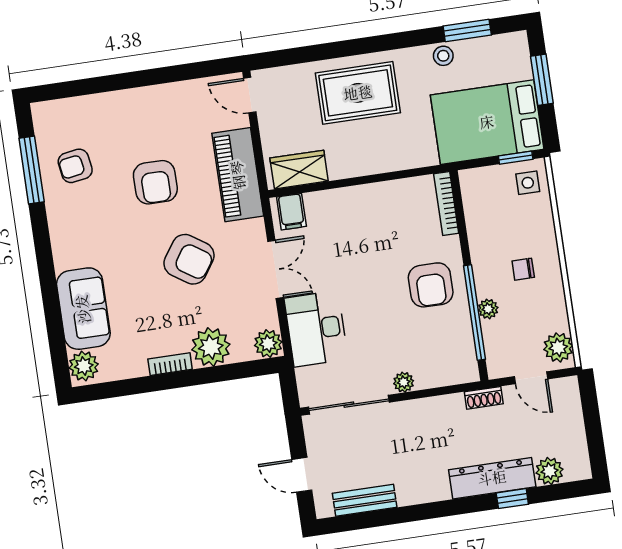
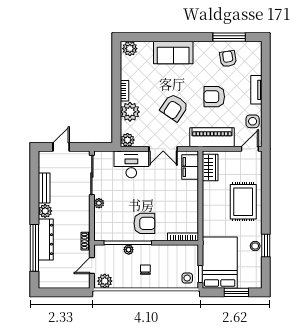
window: (467, 30) -> (266, 246), moved
side table: (194, 98) -> (253, 121), added
tv unit: (129, 100) -> (256, 90), added
filing cabinet: (291, 212) -> (190, 167), width x2.00
armchair: (431, 285) -> (144, 223), turned 180
sofa: (83, 309) -> (173, 52), moved
plant: (549, 471) -> (45, 211), moved
window: (512, 499) -> (34, 248), width x3.17
bench: (365, 500) -> (44, 188), moved

